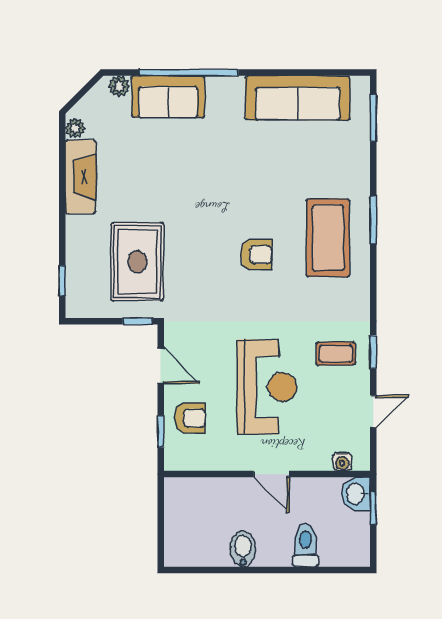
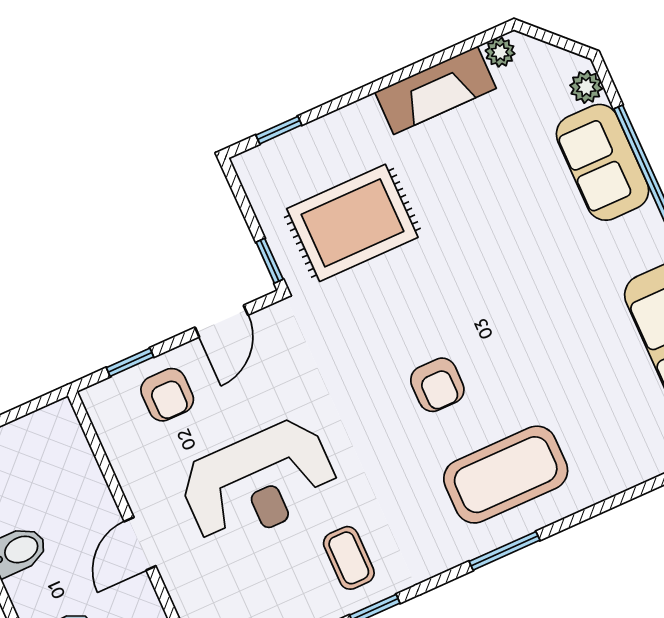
window: (373, 220) -> (504, 551), moved

